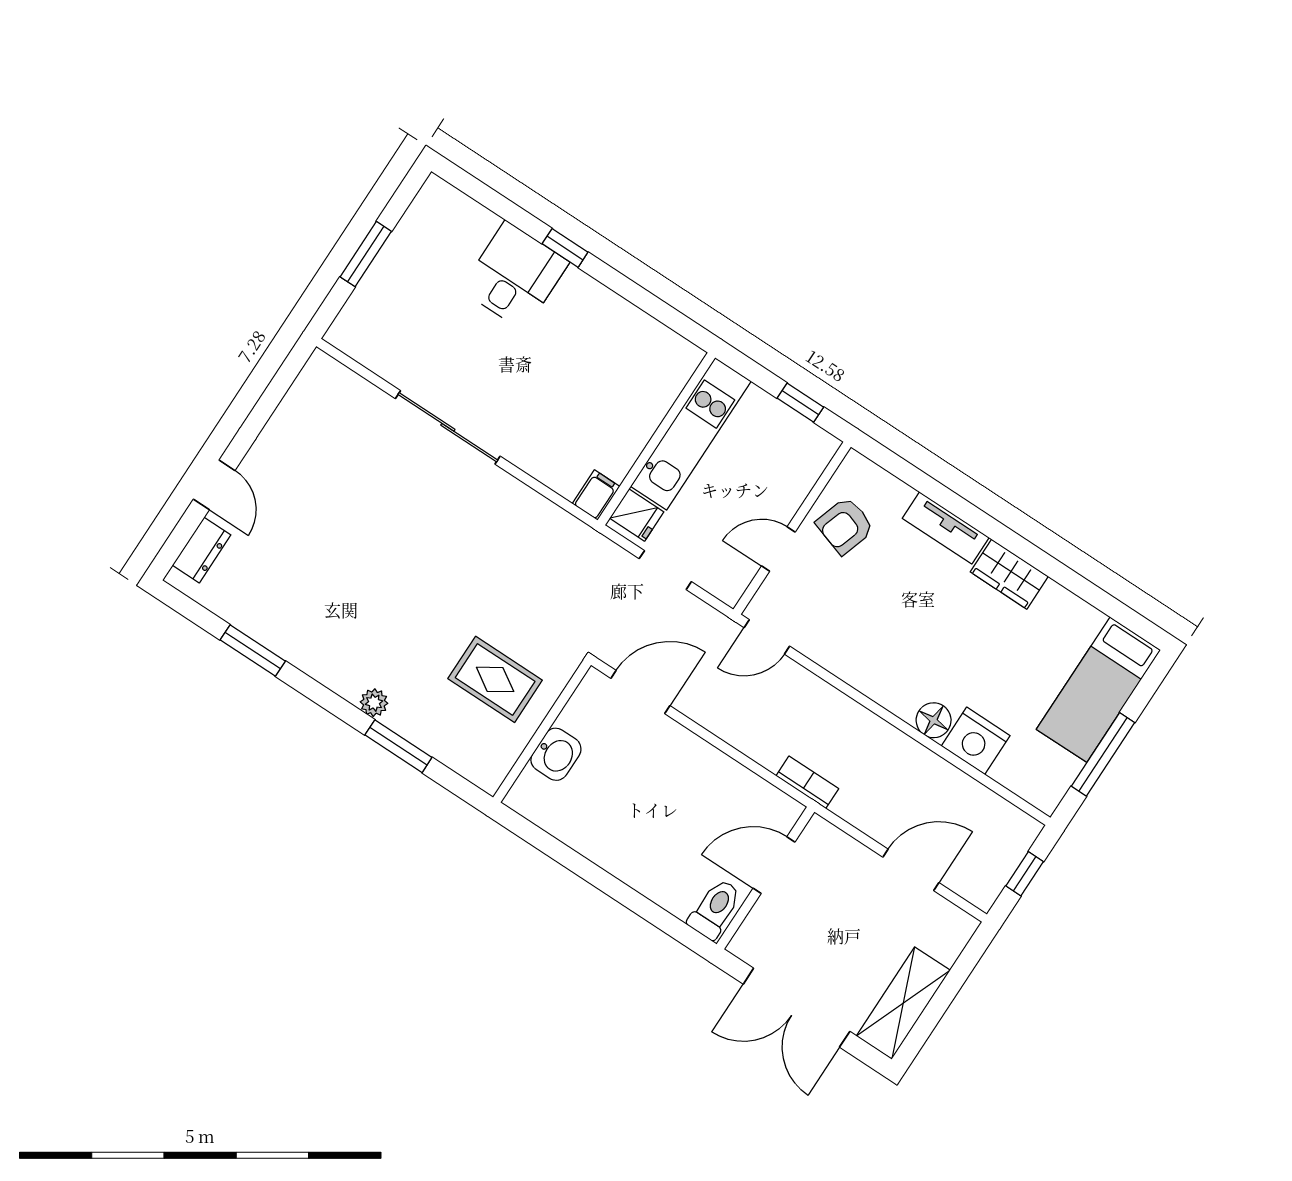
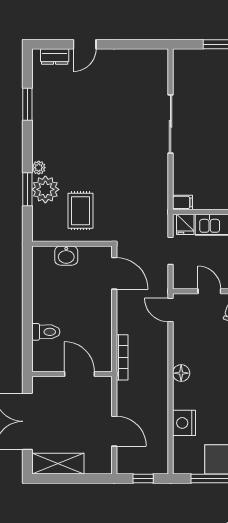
plant: (419, 716) -> (45, 189), added
floor lamp: (934, 720) -> (181, 373), moved
bookcase: (807, 782) -> (122, 357), width x1.56
toilet: (715, 909) -> (46, 332), moved

